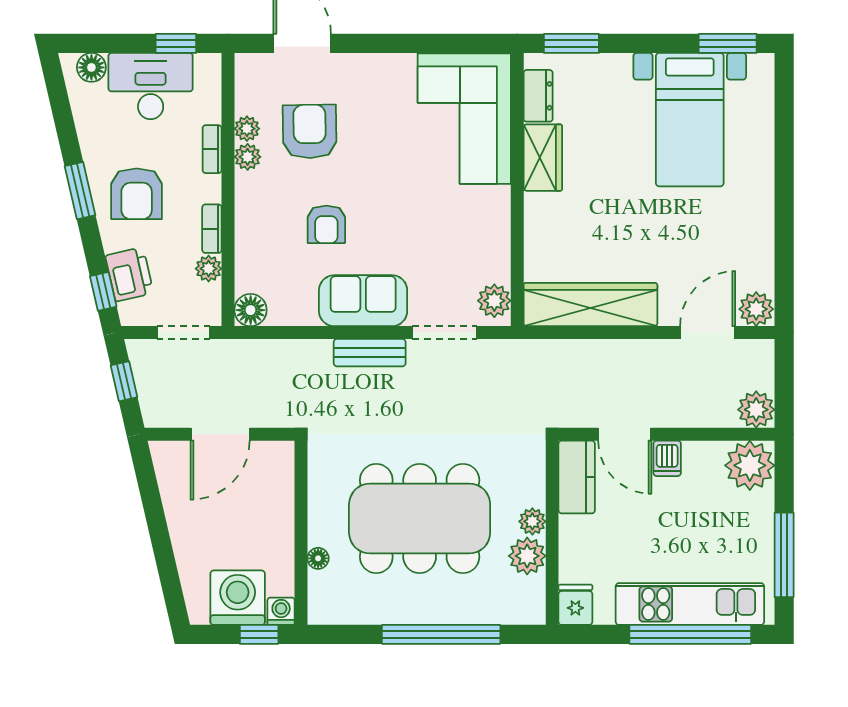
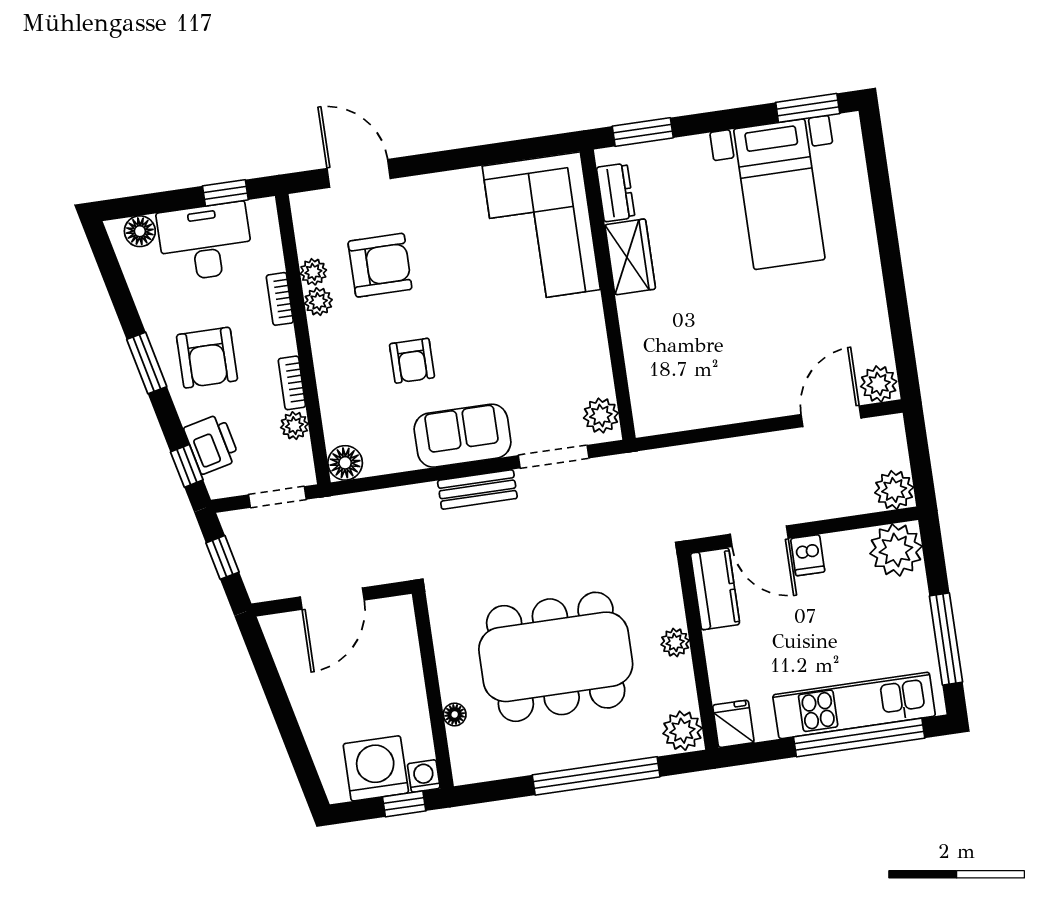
armchair: (310, 131) -> (380, 265), turned 91
wardrobe: (590, 305) -> (703, 405), removed
plant: (527, 556) -> (682, 731), moved

